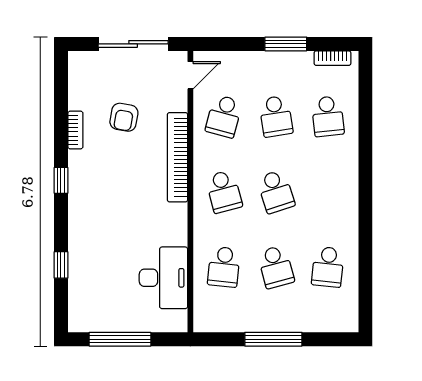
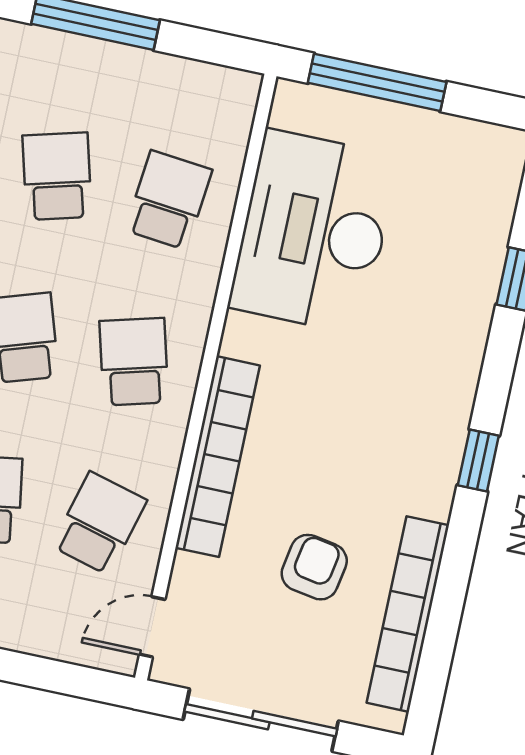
bookcase: (75, 130) -> (408, 614), width x2.31, depth x1.31
desk: (163, 278) -> (314, 232), width x1.36, depth x1.30
window: (120, 339) -> (377, 82), moved

